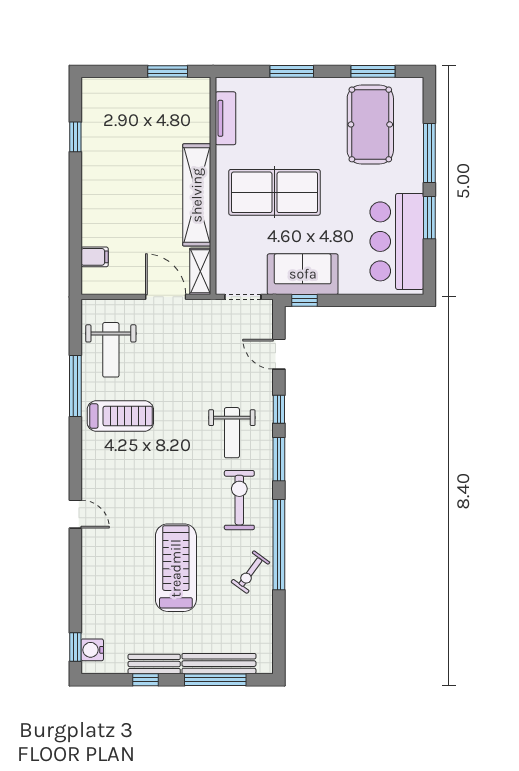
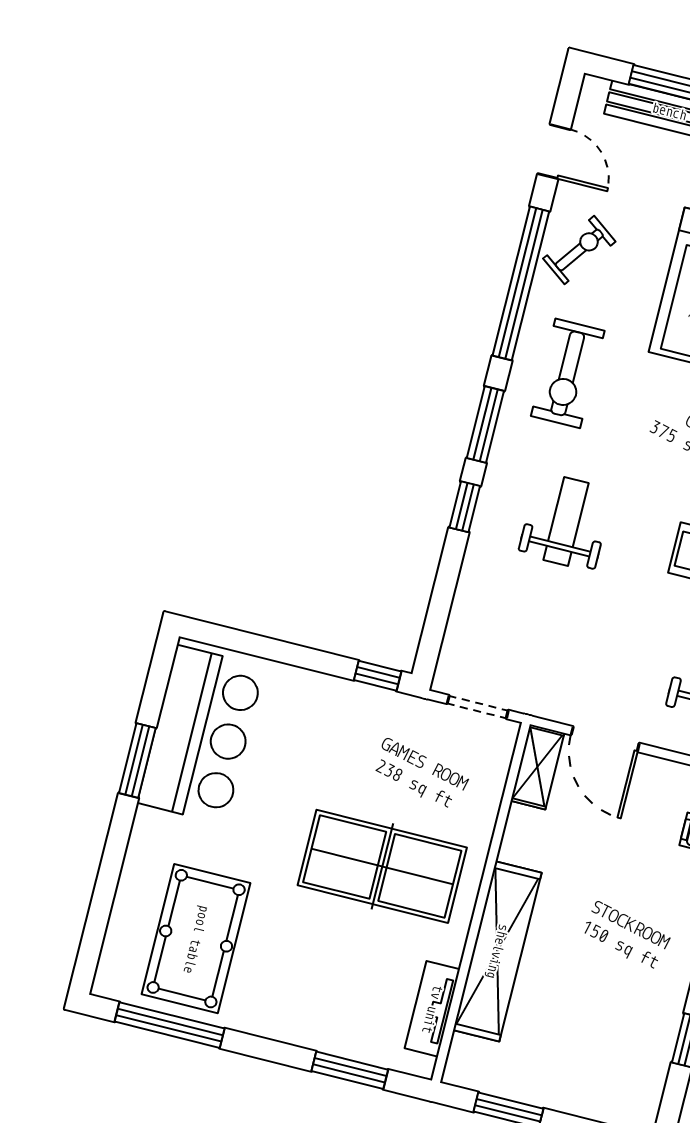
window: (292, 71) -> (350, 1070), moved
window: (373, 71) -> (170, 1025), width x1.44
window: (429, 153) -> (111, 867), removed
shelving: (197, 195) -> (497, 951), moved
sofa: (303, 274) -> (370, 720), removed
door: (279, 354) -> (554, 152), moved
weight bench: (232, 433) -> (566, 521), moved

